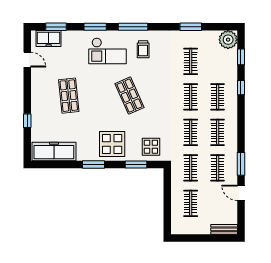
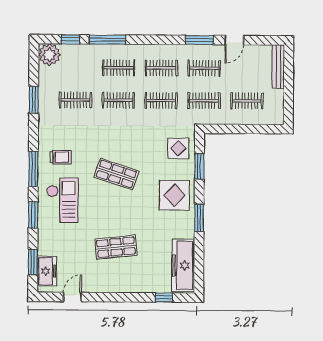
window: (241, 88) -> (107, 39), width x2.17
shop shelf: (129, 96) -> (116, 174), turned 42
window: (27, 121) -> (164, 297), moved
bench: (224, 229) -> (278, 67), width x1.36

